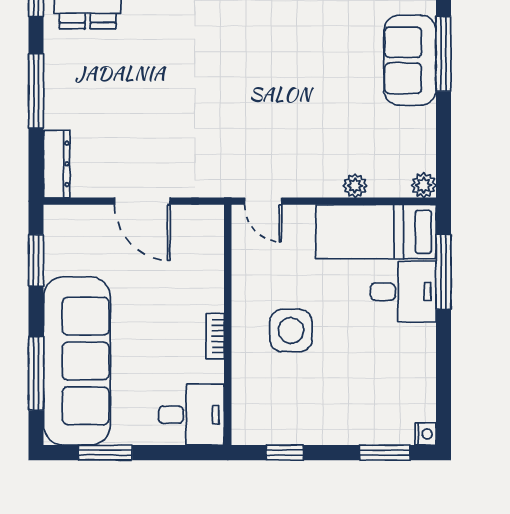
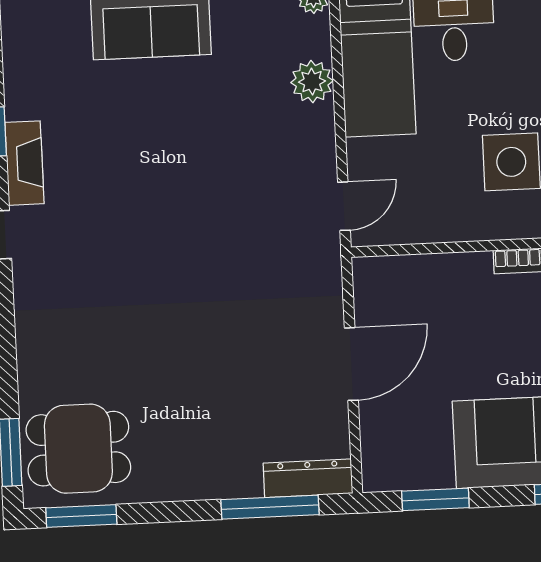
window: (36, 91) -> (270, 507), moved
plant: (355, 186) -> (312, 82), width x1.38, depth x1.38

